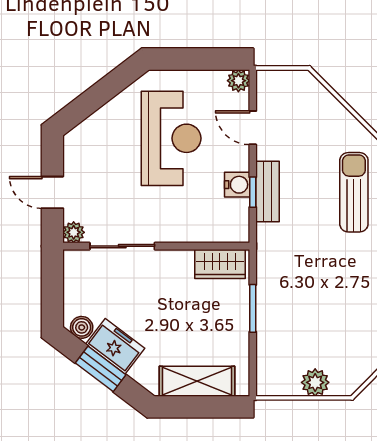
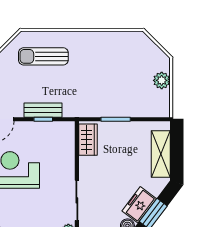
water cooler: (237, 185) -> (39, 129), removed

